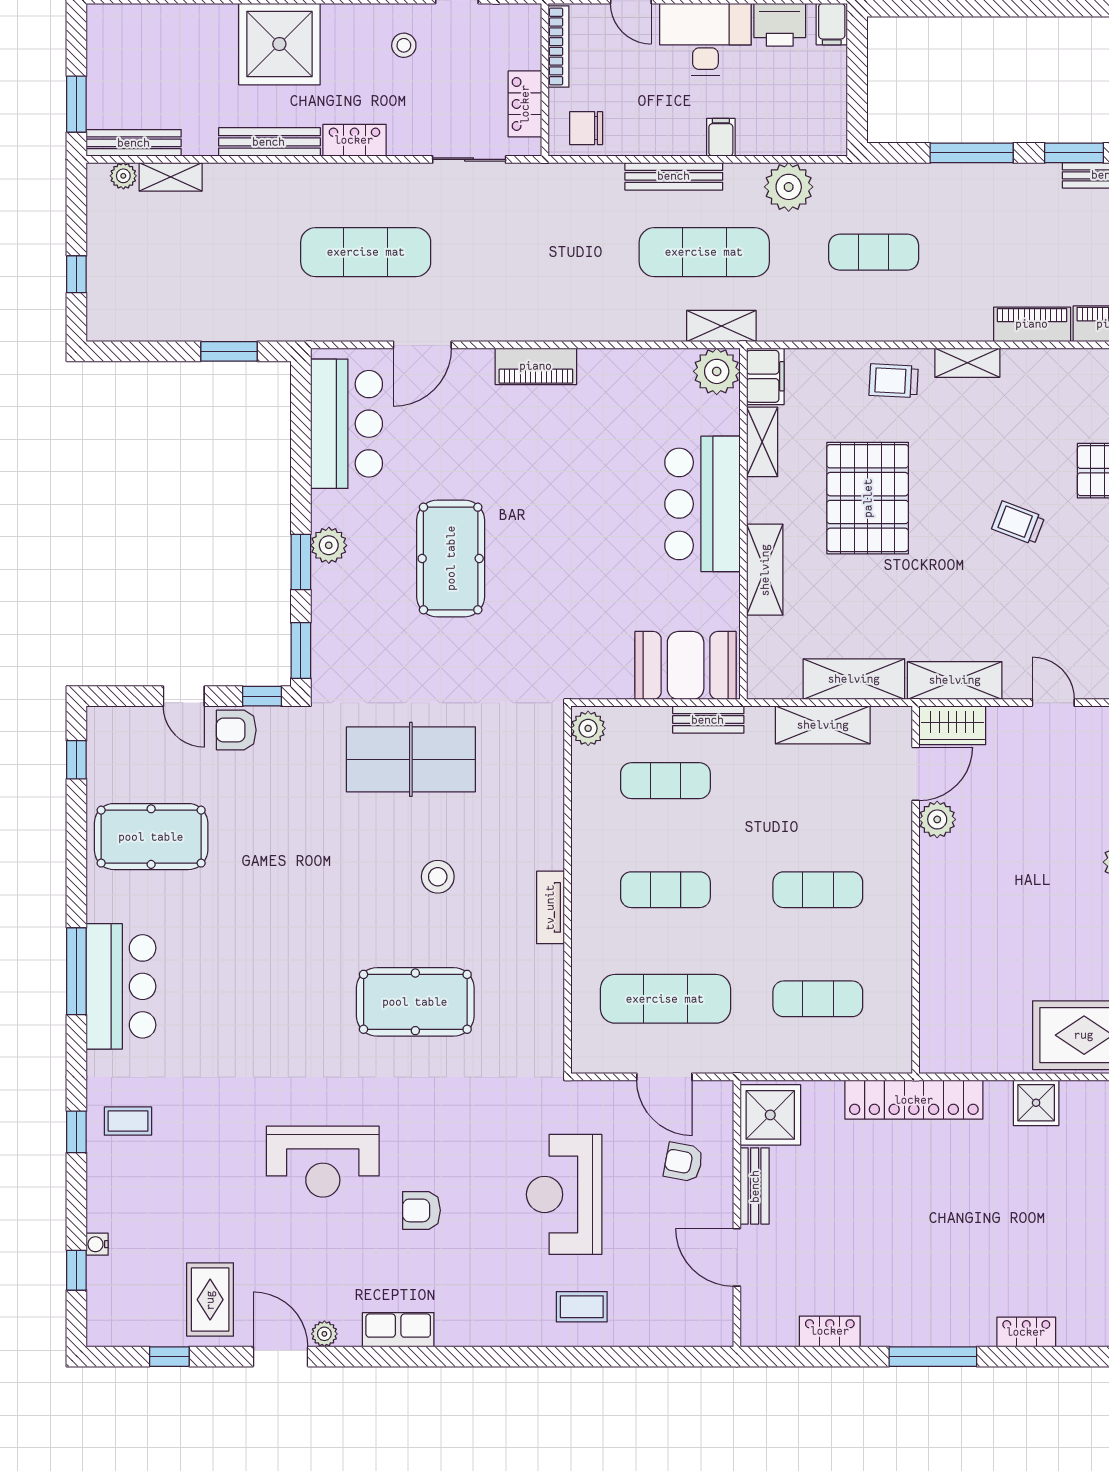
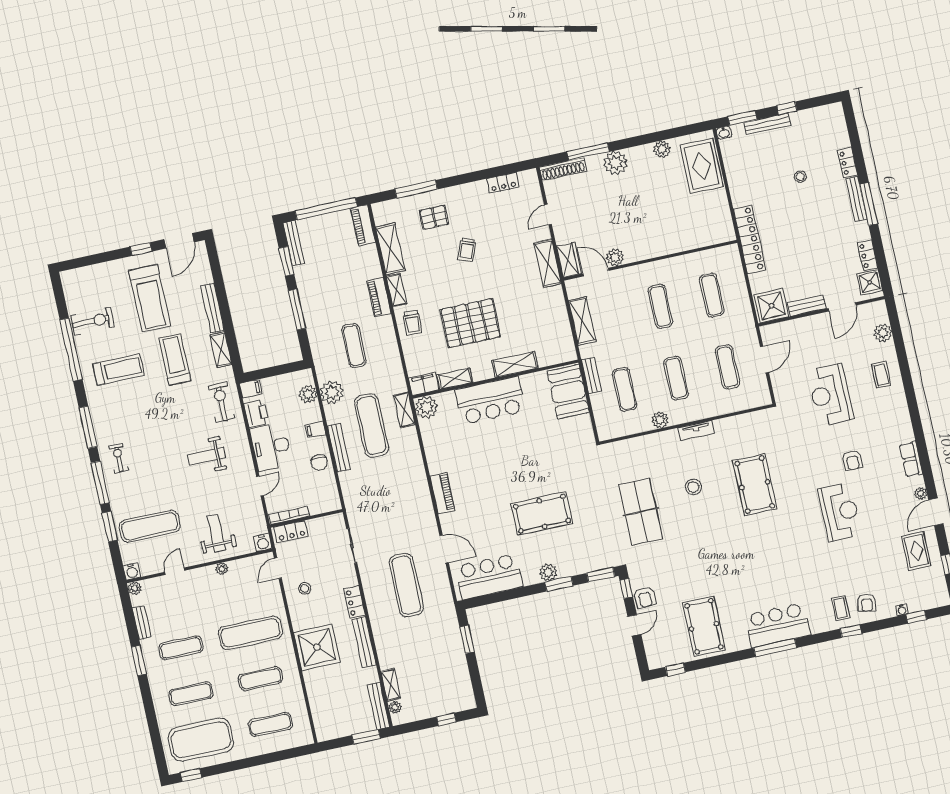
locker: (525, 104) -> (291, 532), moved
chair: (586, 128) -> (319, 463), moved
plant: (796, 138) -> (308, 394), added
piano: (1032, 324) -> (379, 297), moved
shelving: (854, 679) -> (390, 249), moved
plant: (588, 728) -> (660, 420), moved
exercise mat: (665, 999) -> (728, 367), width x0.73, depth x0.69
shower: (1036, 1103) -> (870, 282), moved
armchair: (683, 1162) -> (867, 603), moved
reception desk: (564, 1194) -> (830, 395), turned 90
stool: (1019, 1230) -> (800, 177), added
rug: (210, 1300) -> (916, 551), turned 90
plant: (666, 1328) -> (883, 333), added
bench: (949, 1334) -> (857, 199), added

